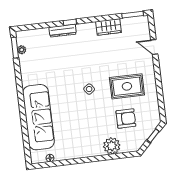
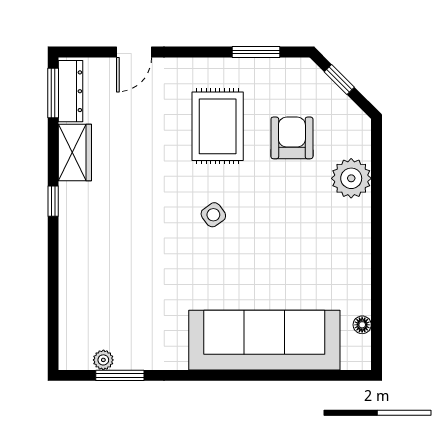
window: (70, 22) -> (53, 201), moved
dresser: (63, 31) -> (70, 91), moved
window: (15, 48) -> (120, 375), moved
window: (161, 99) -> (256, 52), added

